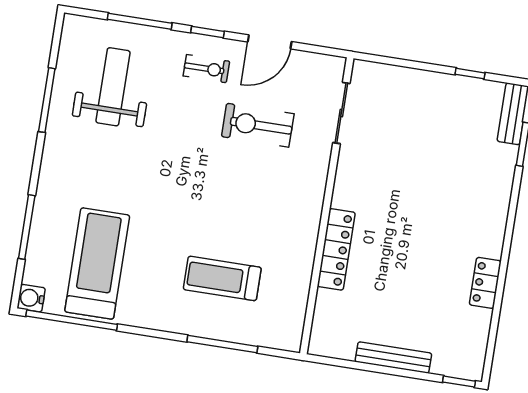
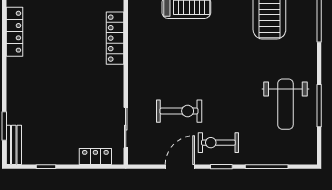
exercise bike: (206, 69) -> (218, 143), width x1.38, depth x1.39
locker: (394, 77) -> (95, 156), added
weight bench: (113, 87) -> (285, 104), moved
locker: (485, 283) -> (14, 32), width x1.53

